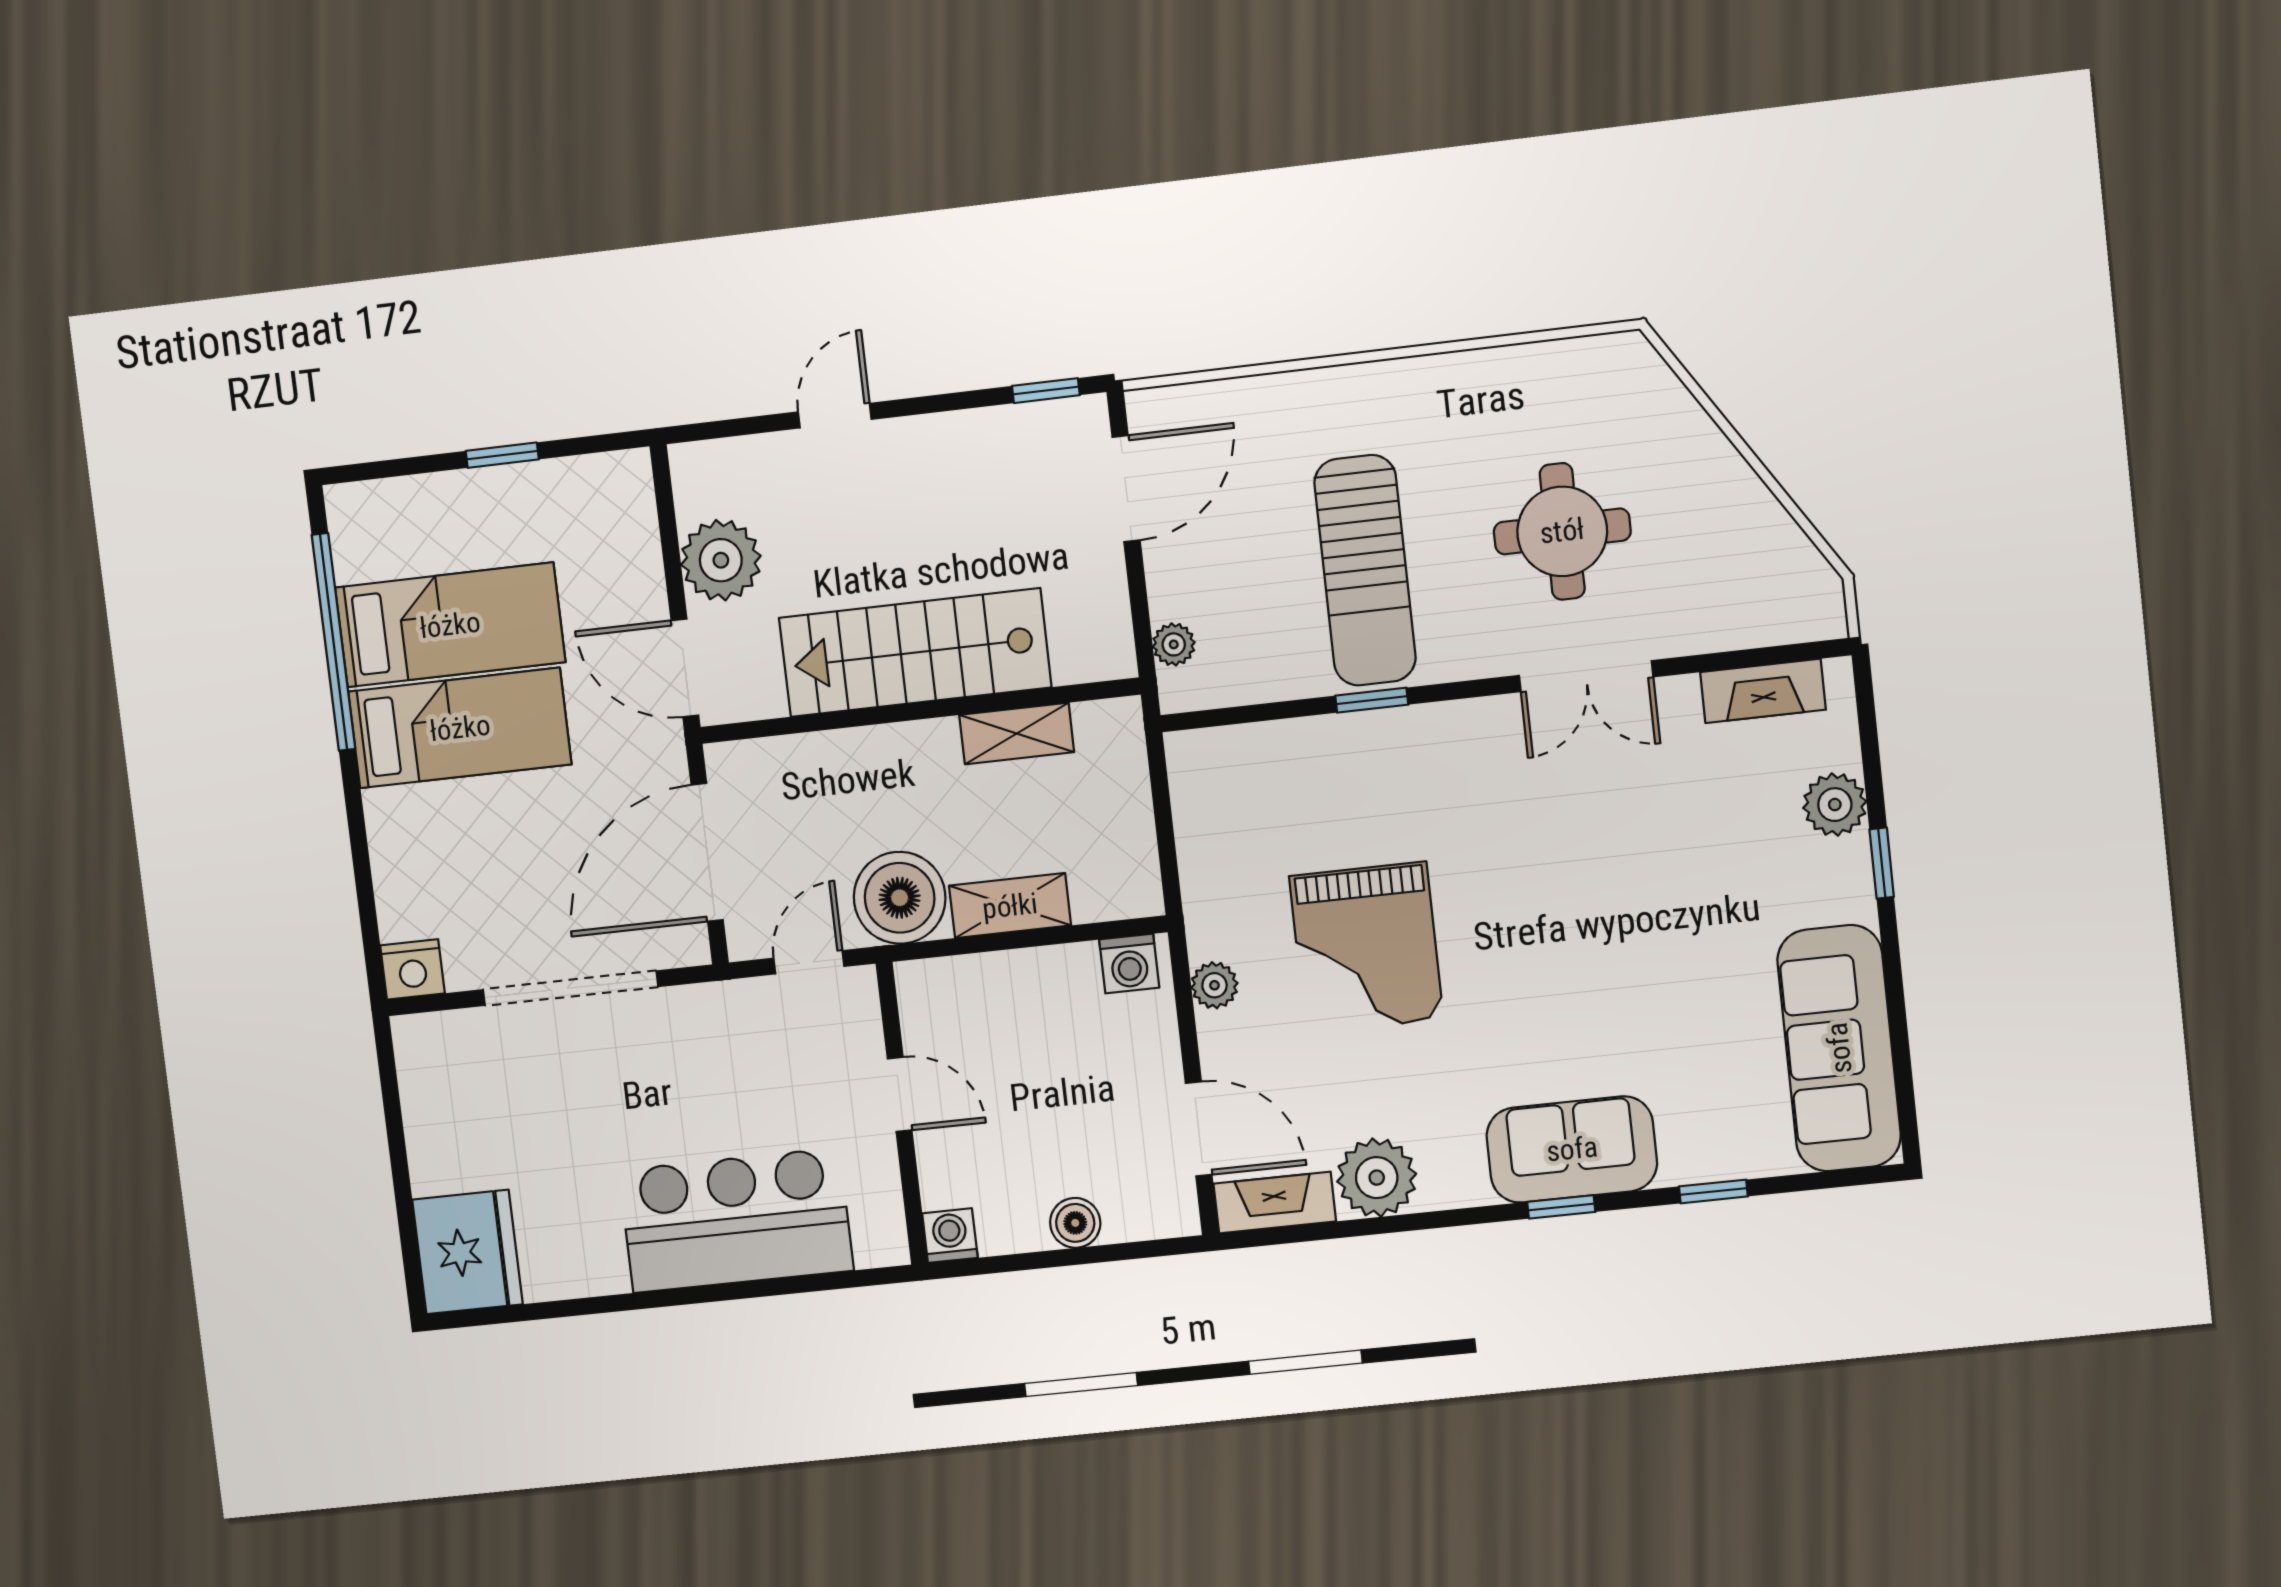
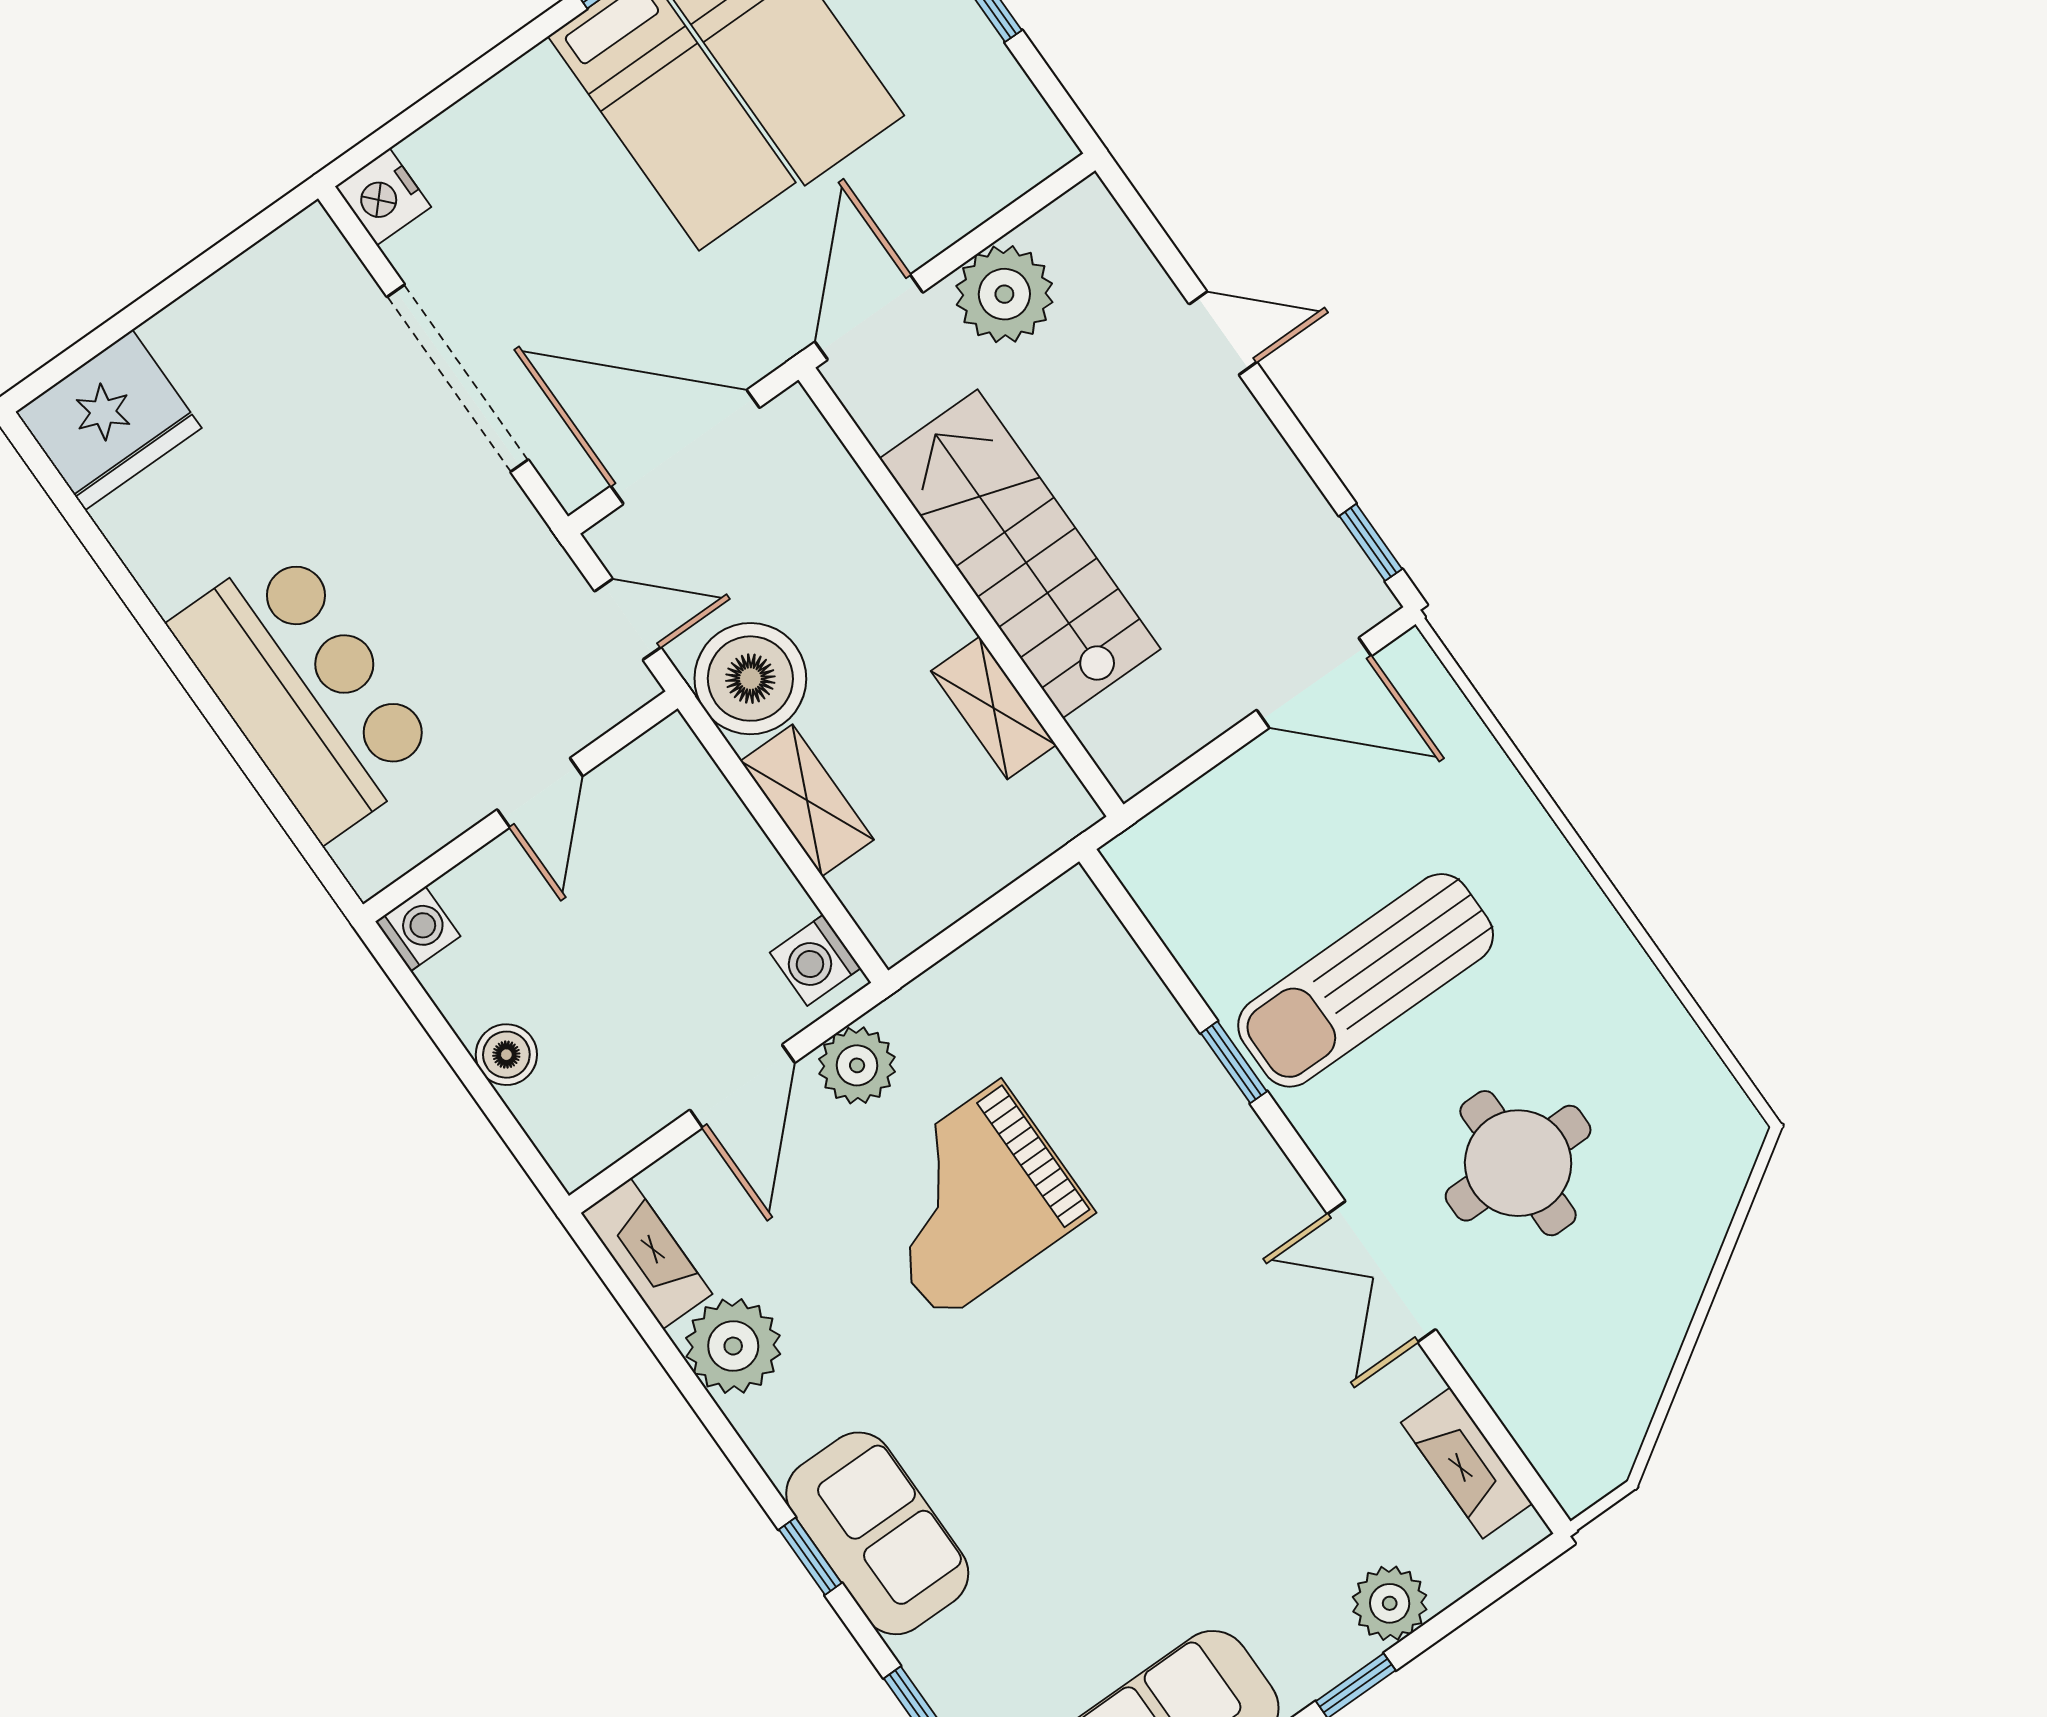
plant: (1174, 644) -> (1178, 822), removed
plant: (1214, 985) -> (857, 1065), width x1.38, depth x1.38
door: (1199, 1129) -> (742, 1086), moved

